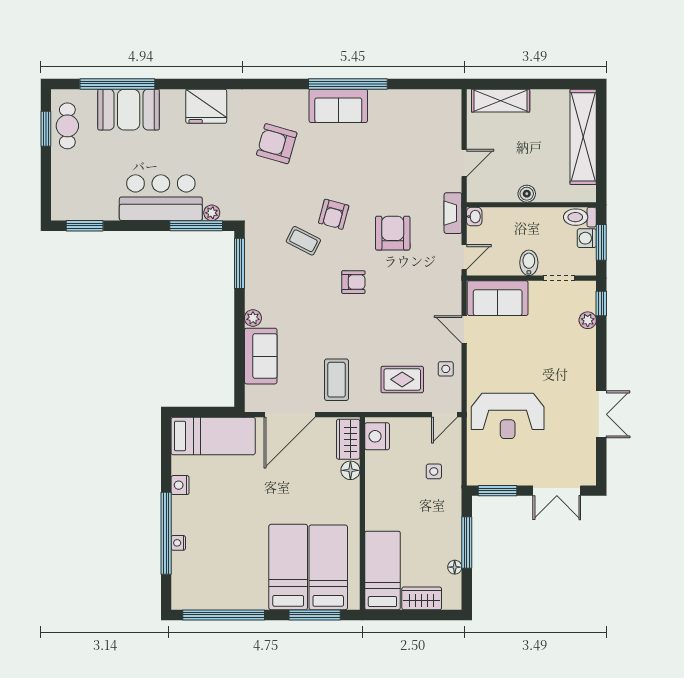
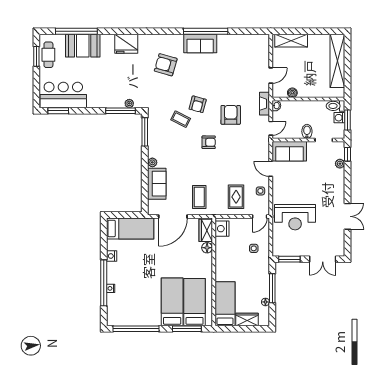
boiler: (527, 194) -> (292, 93), moved
bar counter: (161, 198) -> (63, 95), moved
rug: (402, 379) -> (236, 197), turned 90

